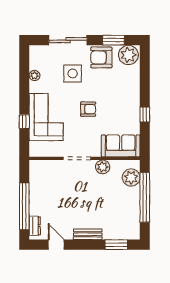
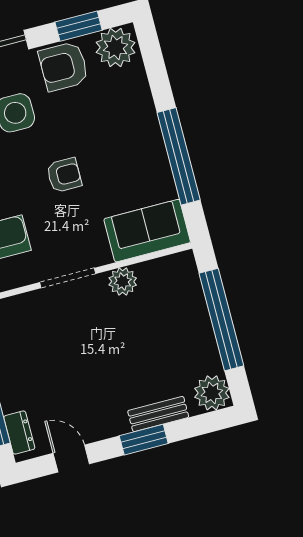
window: (145, 115) -> (179, 156), width x3.17
plant: (131, 178) -> (212, 393), moved
bench: (88, 234) -> (158, 414), moved
window: (116, 245) -> (144, 440), moved

